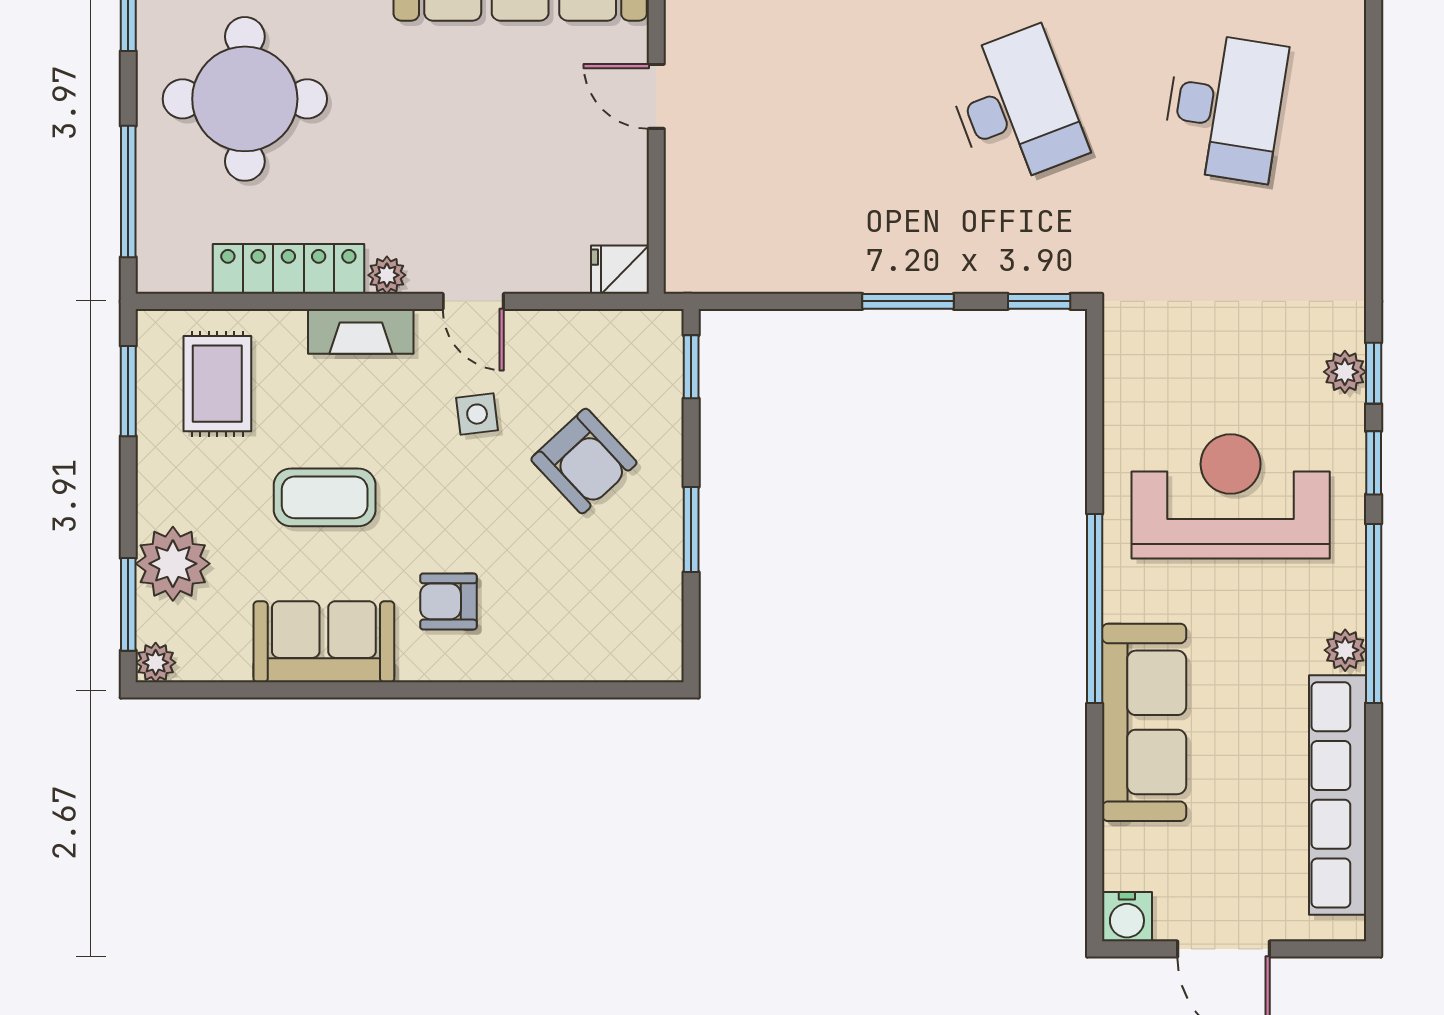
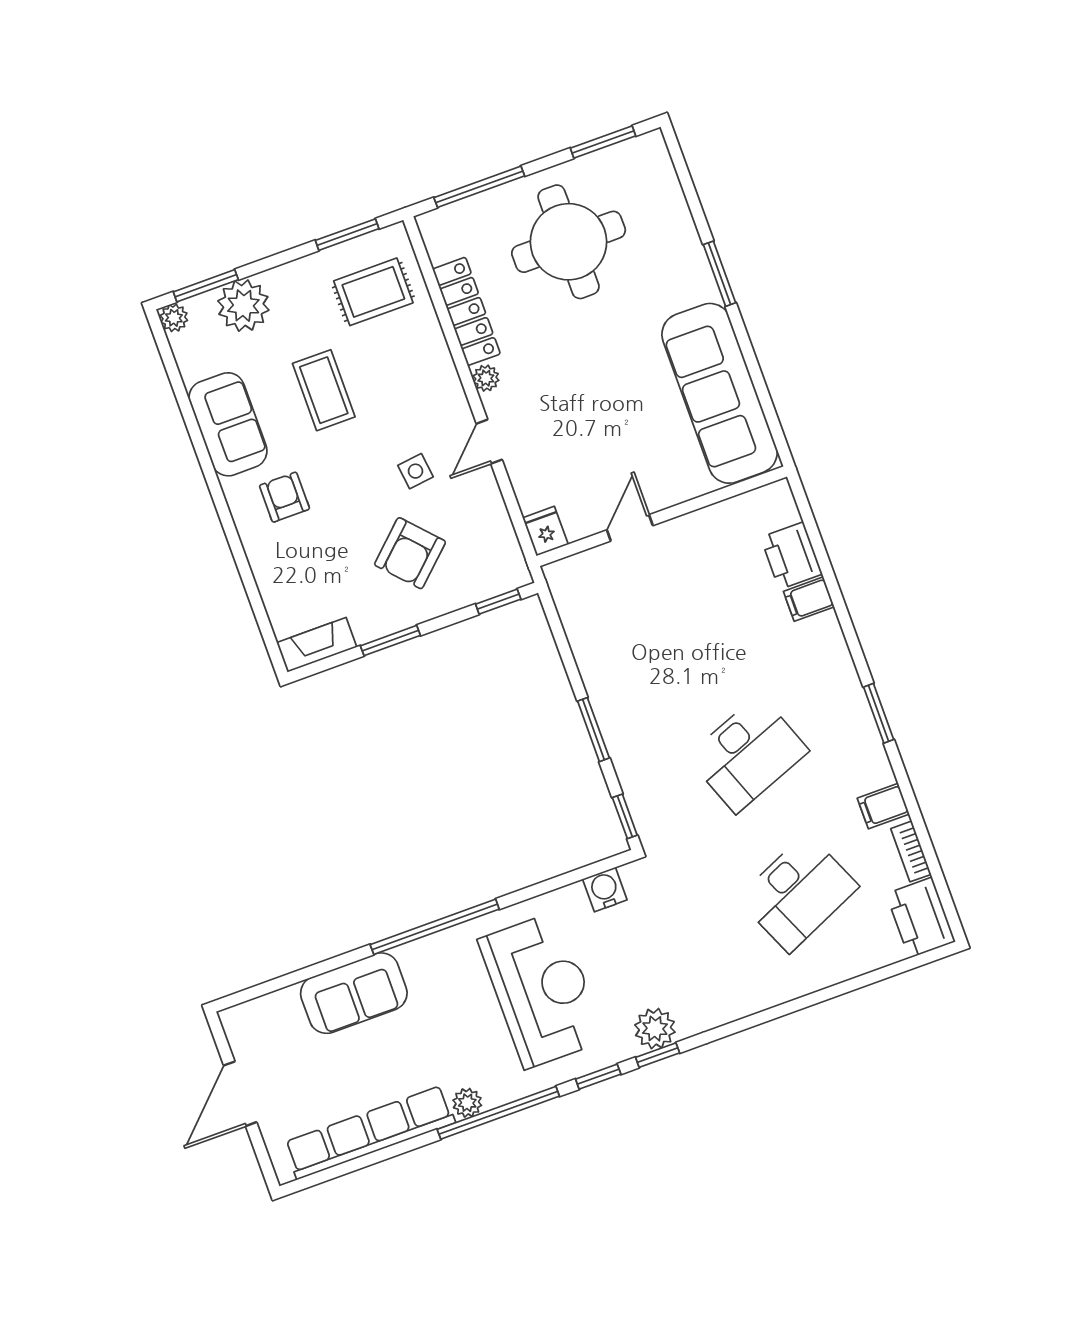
door: (656, 96) -> (630, 528), moved
desk: (1225, 107) -> (798, 893), turned -33
fireplace: (361, 331) -> (317, 645), moved, turned 90
plant: (1345, 372) -> (655, 1029), width x1.38, depth x1.38
sofa: (1144, 722) -> (354, 993), width x0.73
water cooler: (1127, 917) -> (605, 889), moved, turned 90

